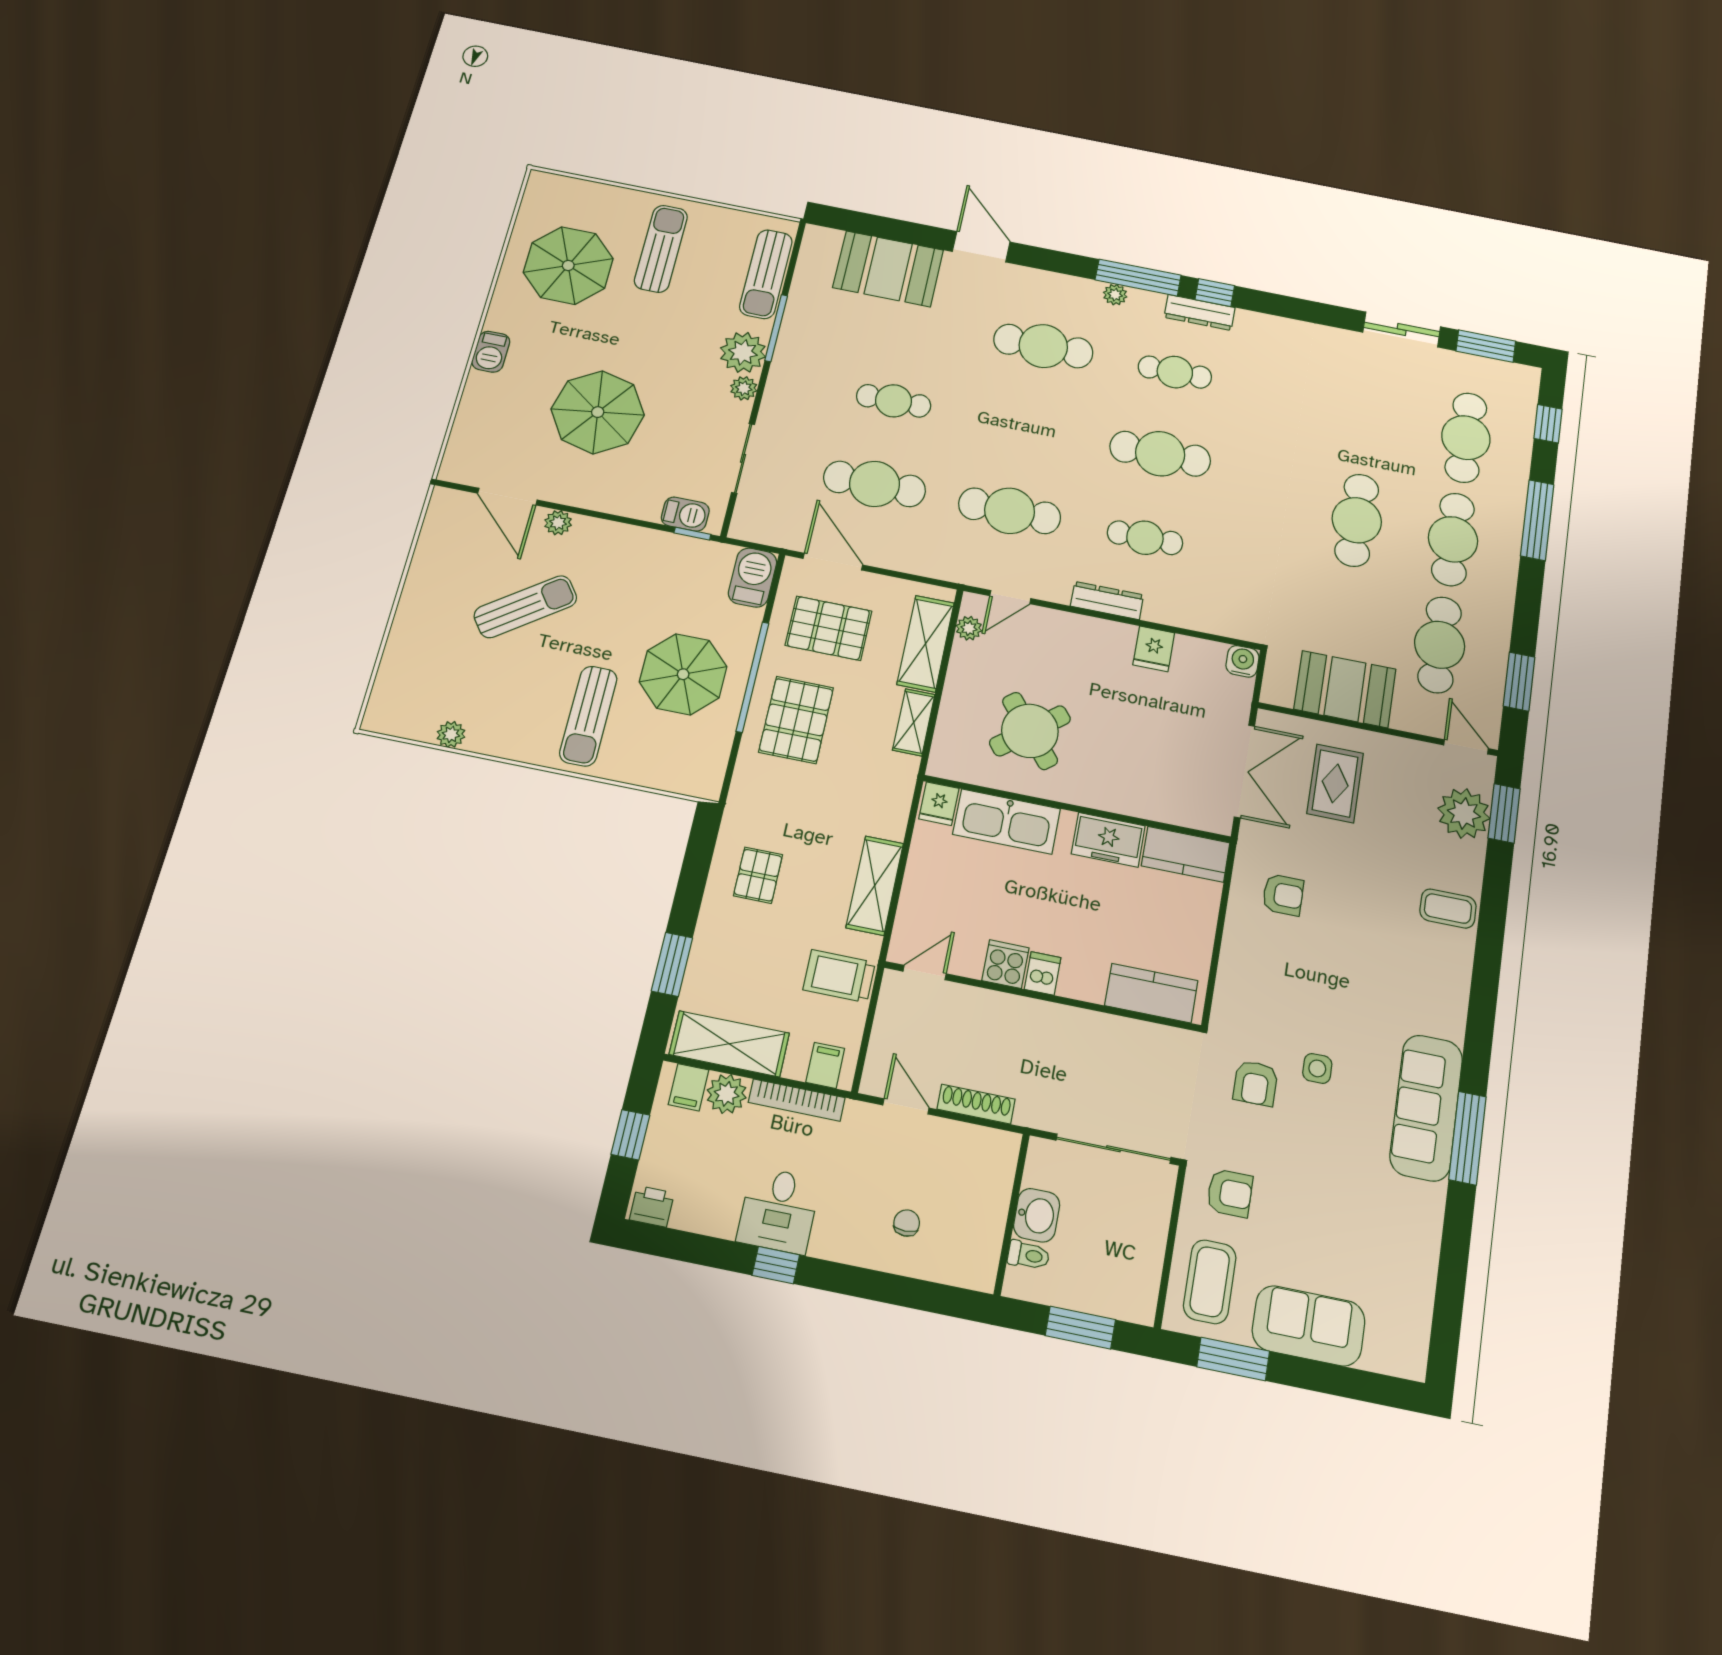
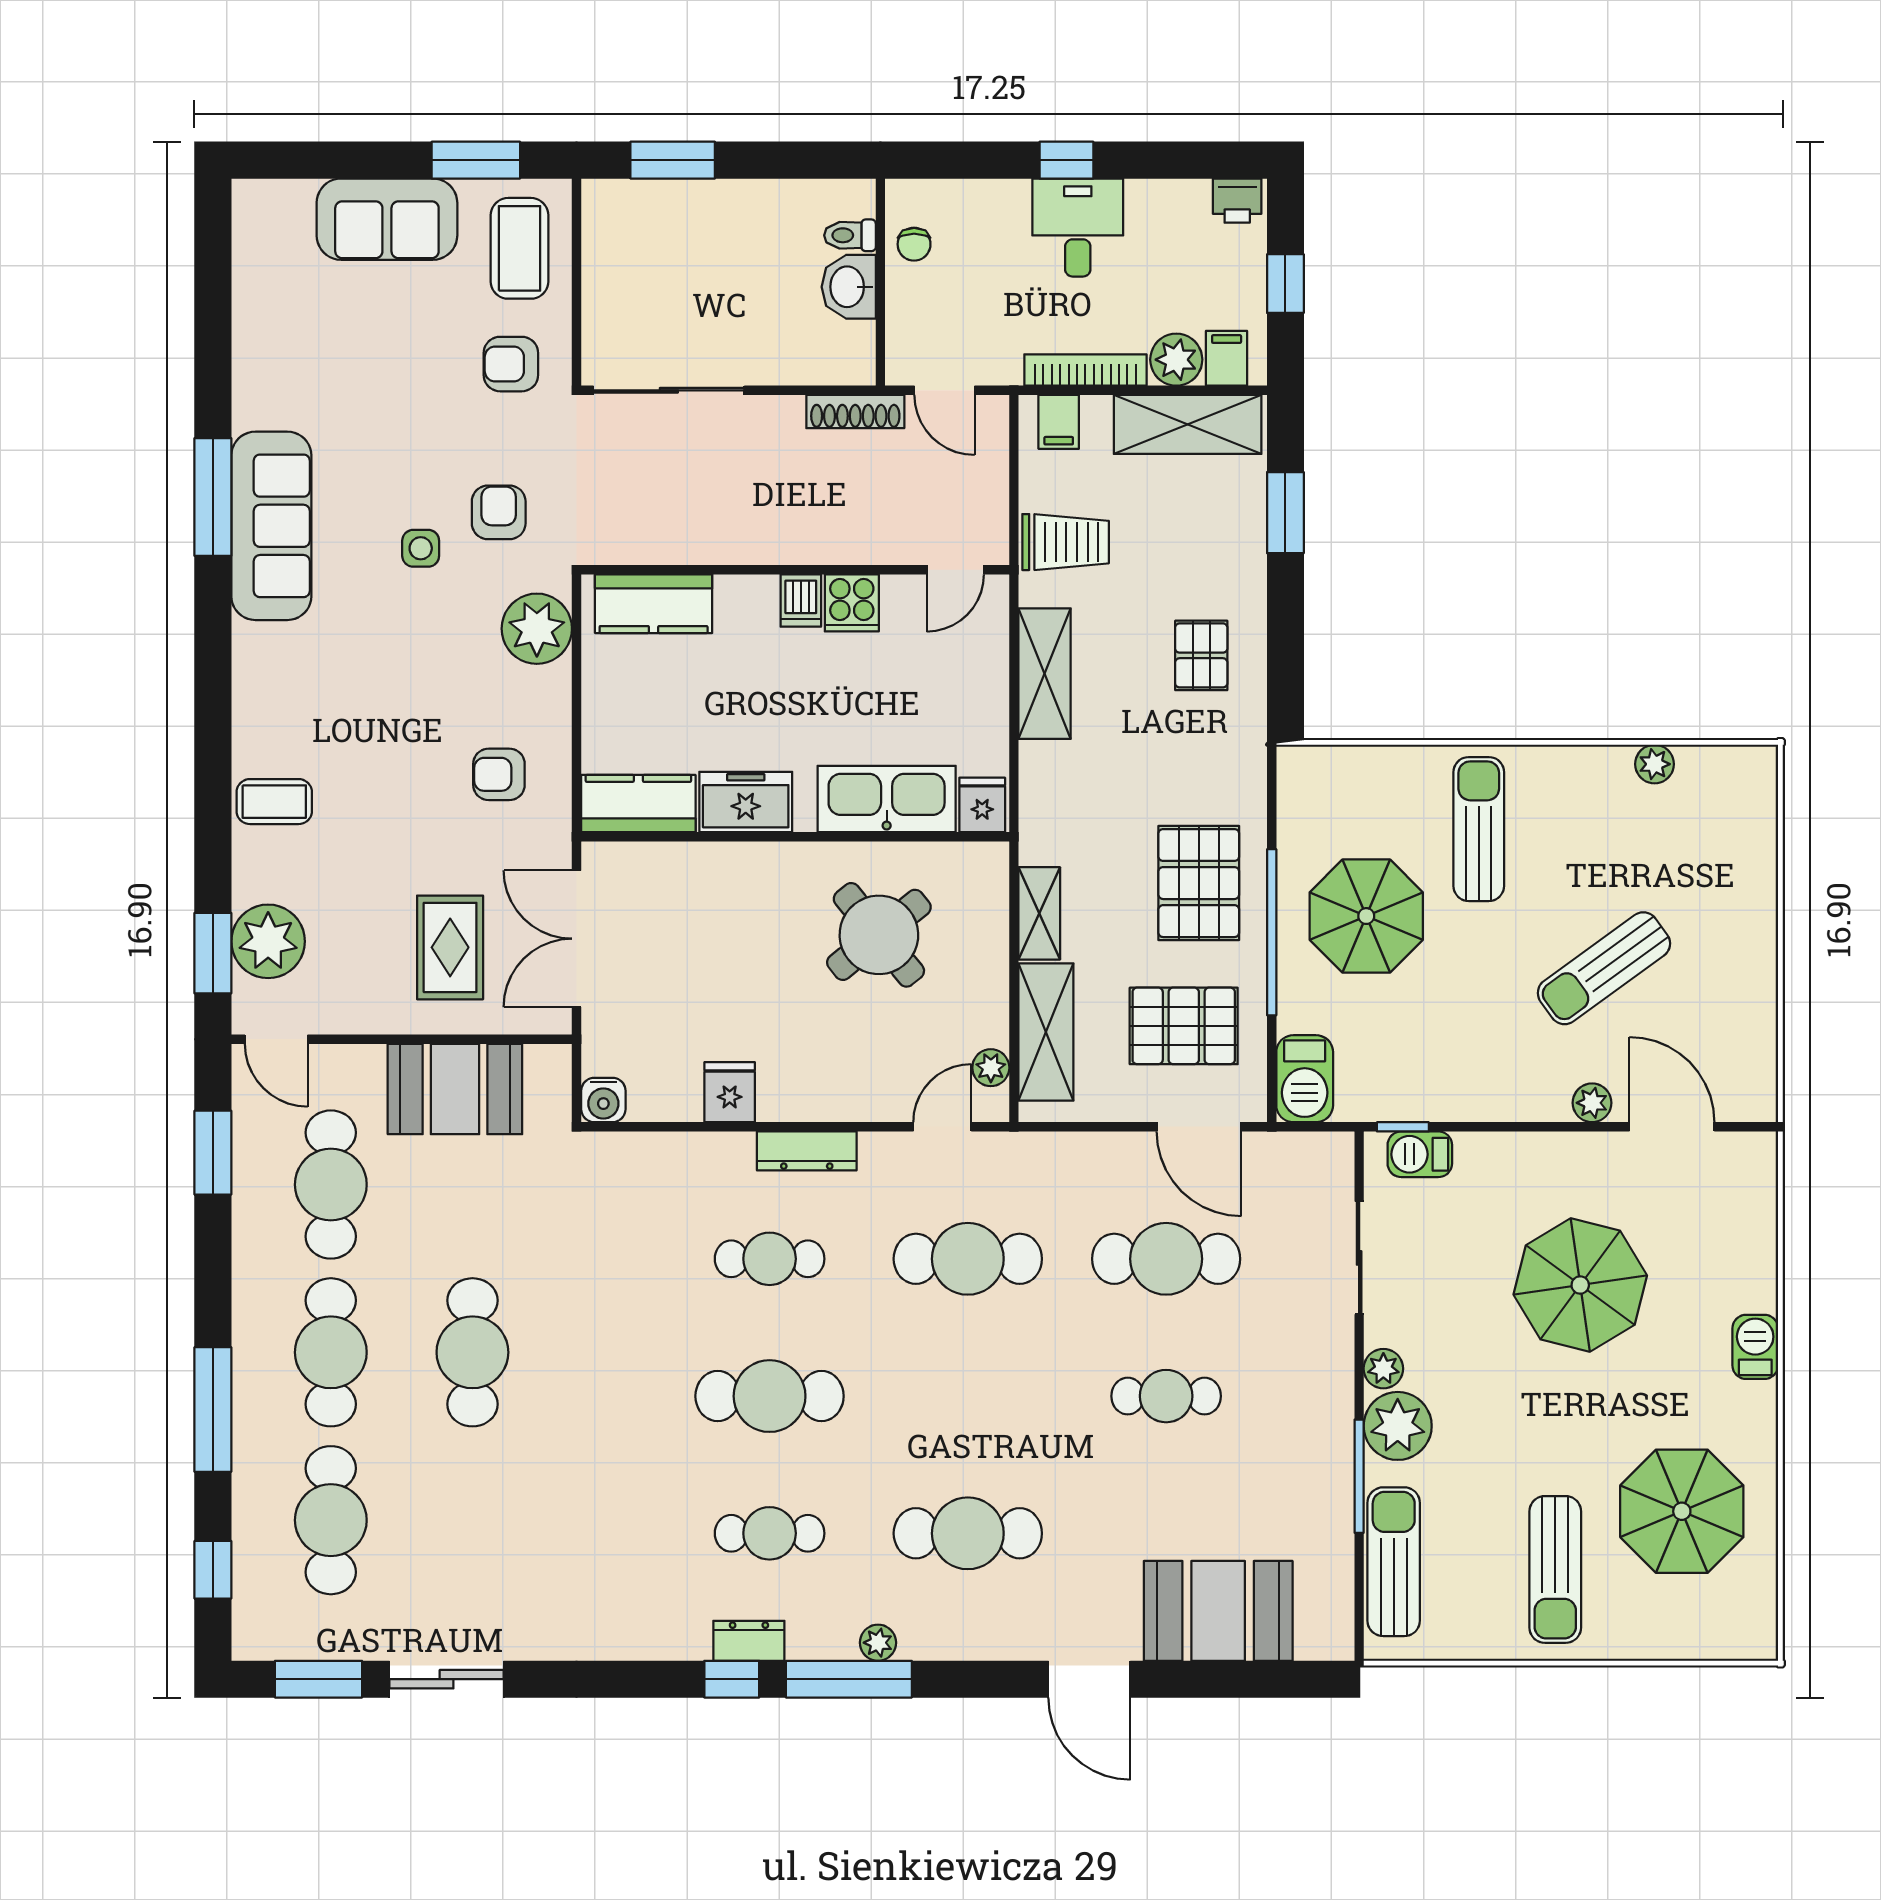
dresser: (1200, 312) -> (749, 1641), width x0.70
plant: (1240, 992) -> (537, 629), added
wall: (1012, 1214) -> (880, 282), moved
washbasin: (1037, 1215) -> (849, 287), moved
toilet: (1028, 1255) -> (850, 235), moved

